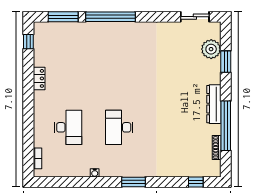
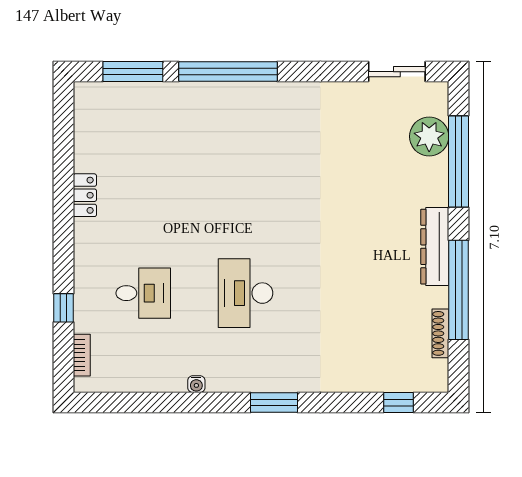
window: (28, 42) -> (63, 308), moved
window: (226, 62) -> (459, 162), width x2.11
desk: (68, 127) -> (143, 293), width x0.73

